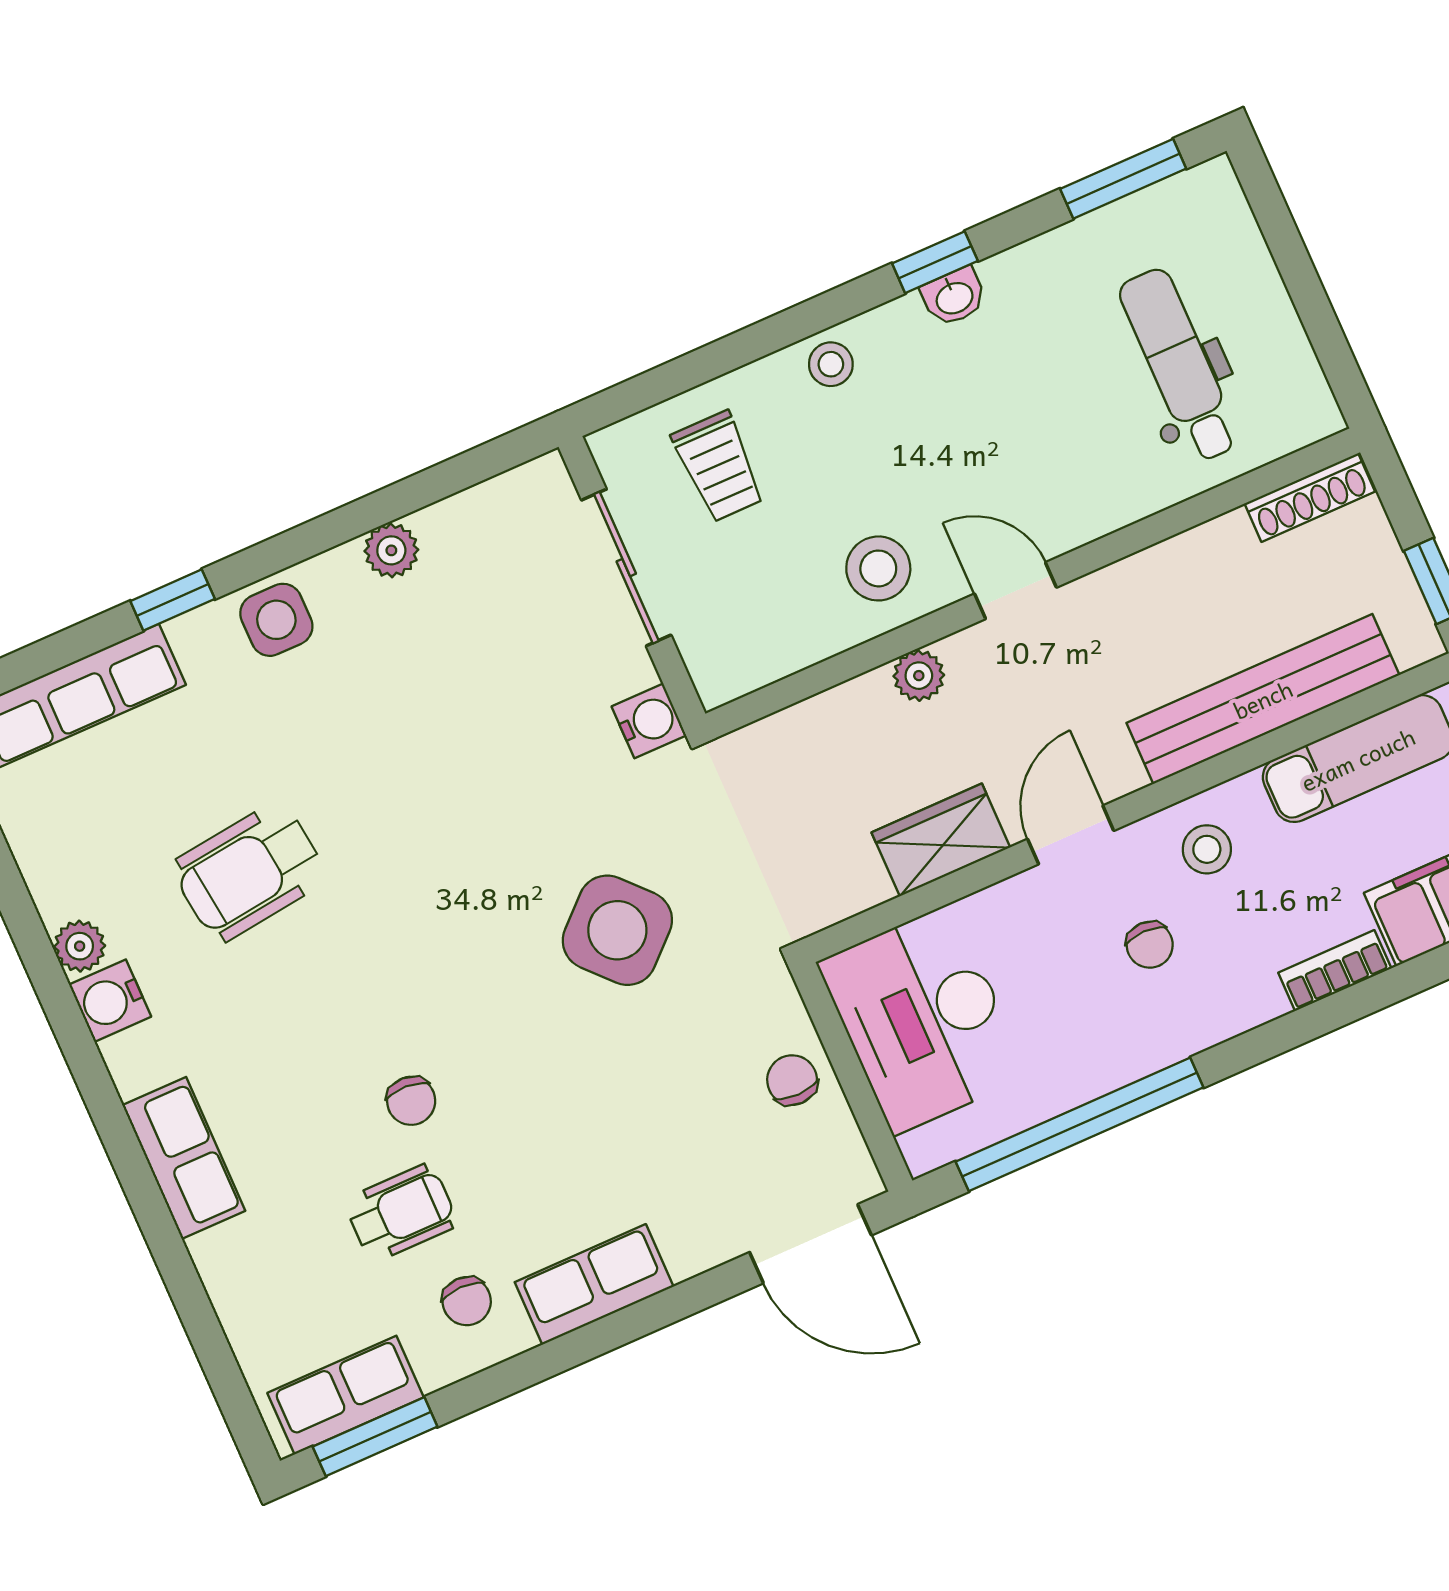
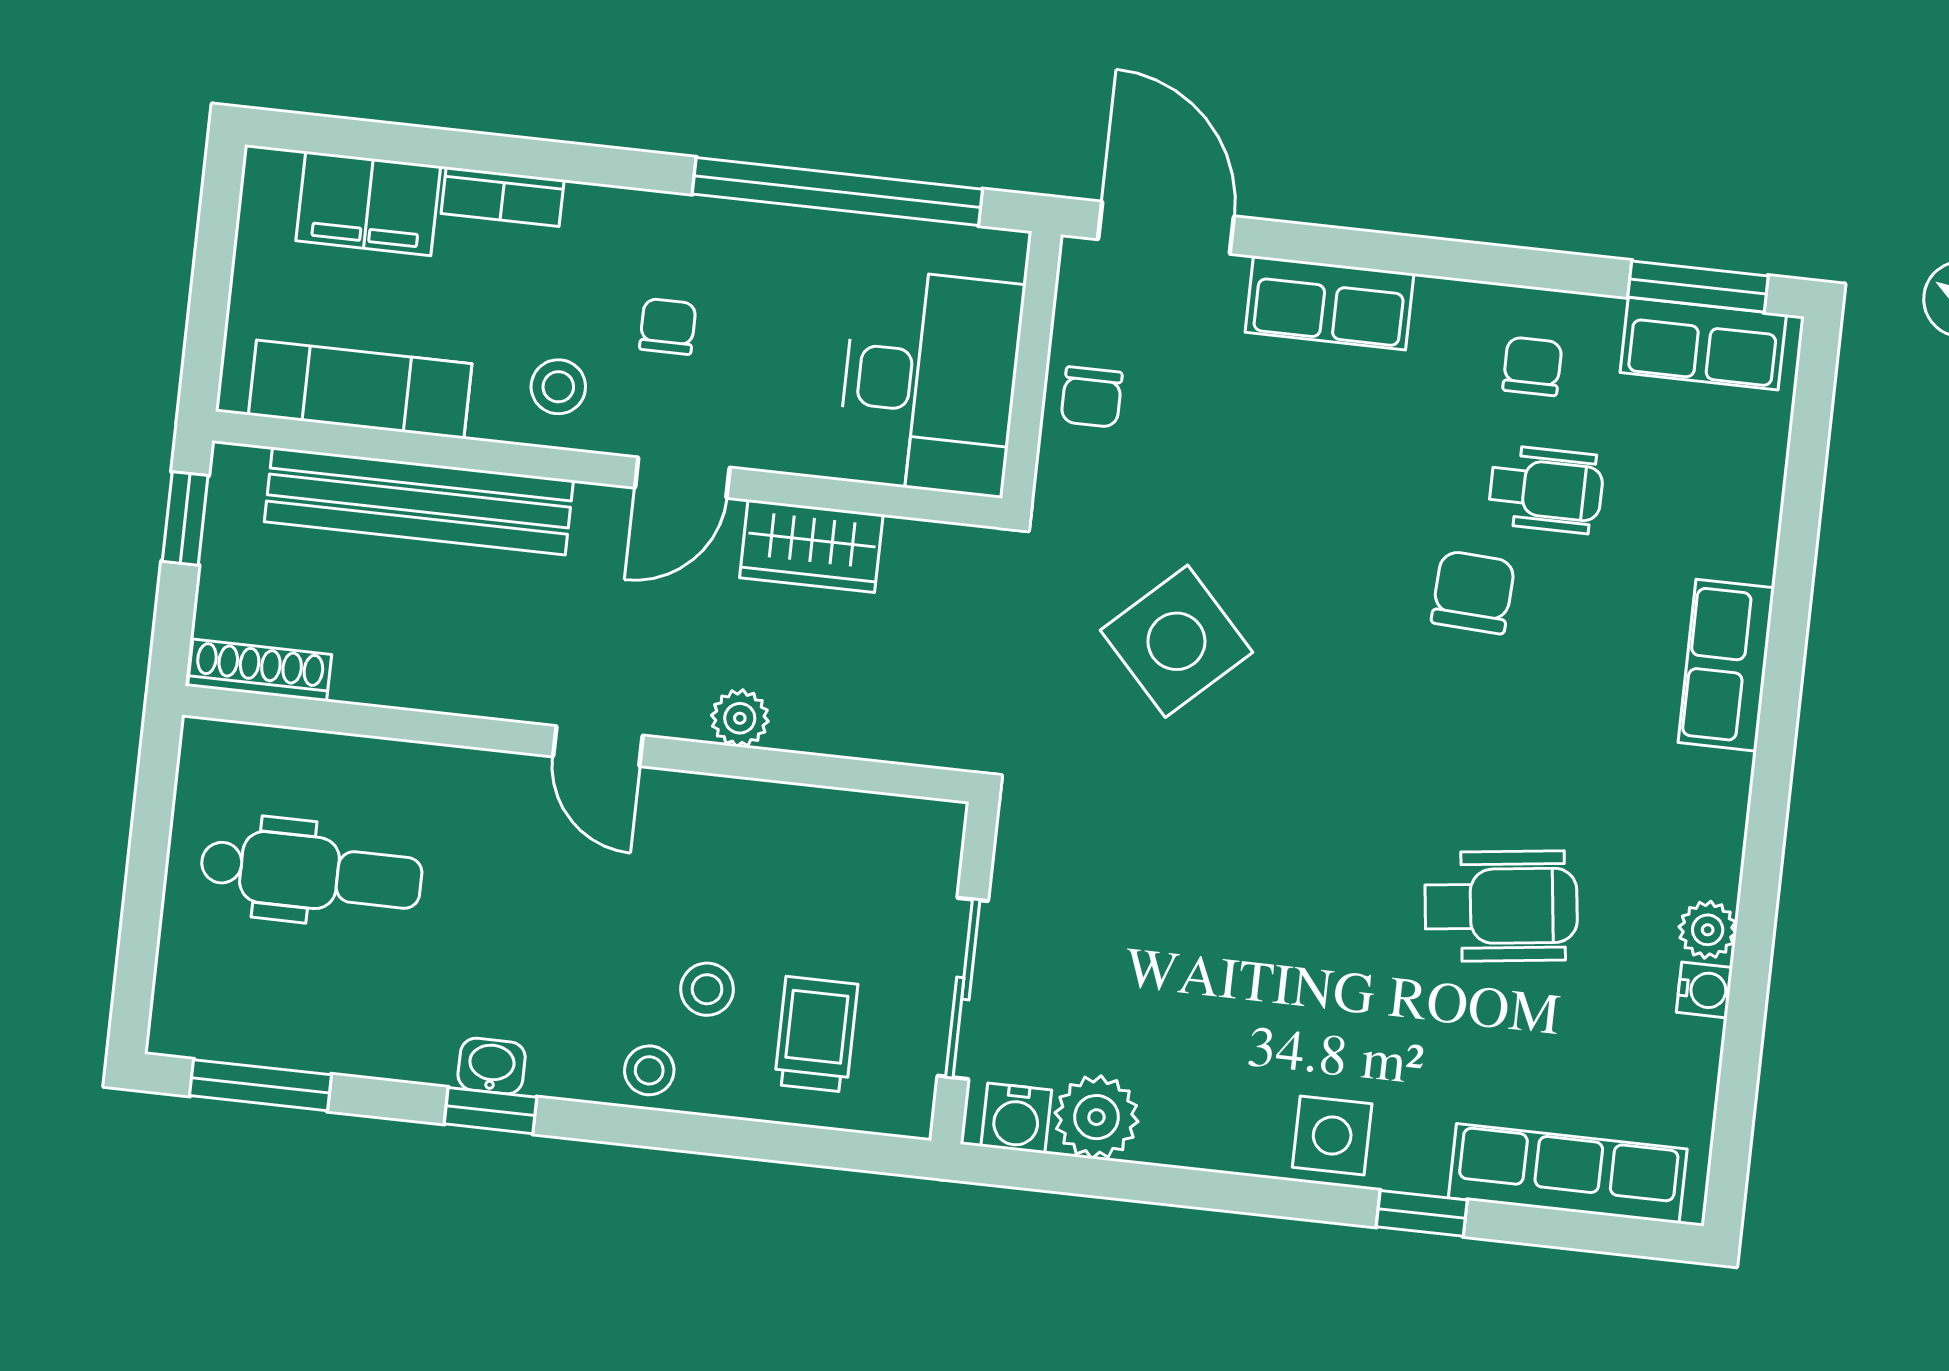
dental chair: (1179, 365) -> (311, 872), turned -90
plant: (391, 550) -> (1096, 1117), moved, width x1.38, depth x1.38
stool: (878, 568) -> (707, 989), moved, width x0.73, depth x0.73
water cooler: (649, 721) -> (1016, 1118), moved, turned -90
water cooler: (110, 1001) -> (1704, 990), moved, width x0.72, depth x0.72
chair: (411, 1101) -> (1473, 592), width x1.37, depth x1.37
wheelchair: (401, 1213) -> (1546, 489), turned 180
row of seats: (594, 1284) -> (1330, 303), moved

